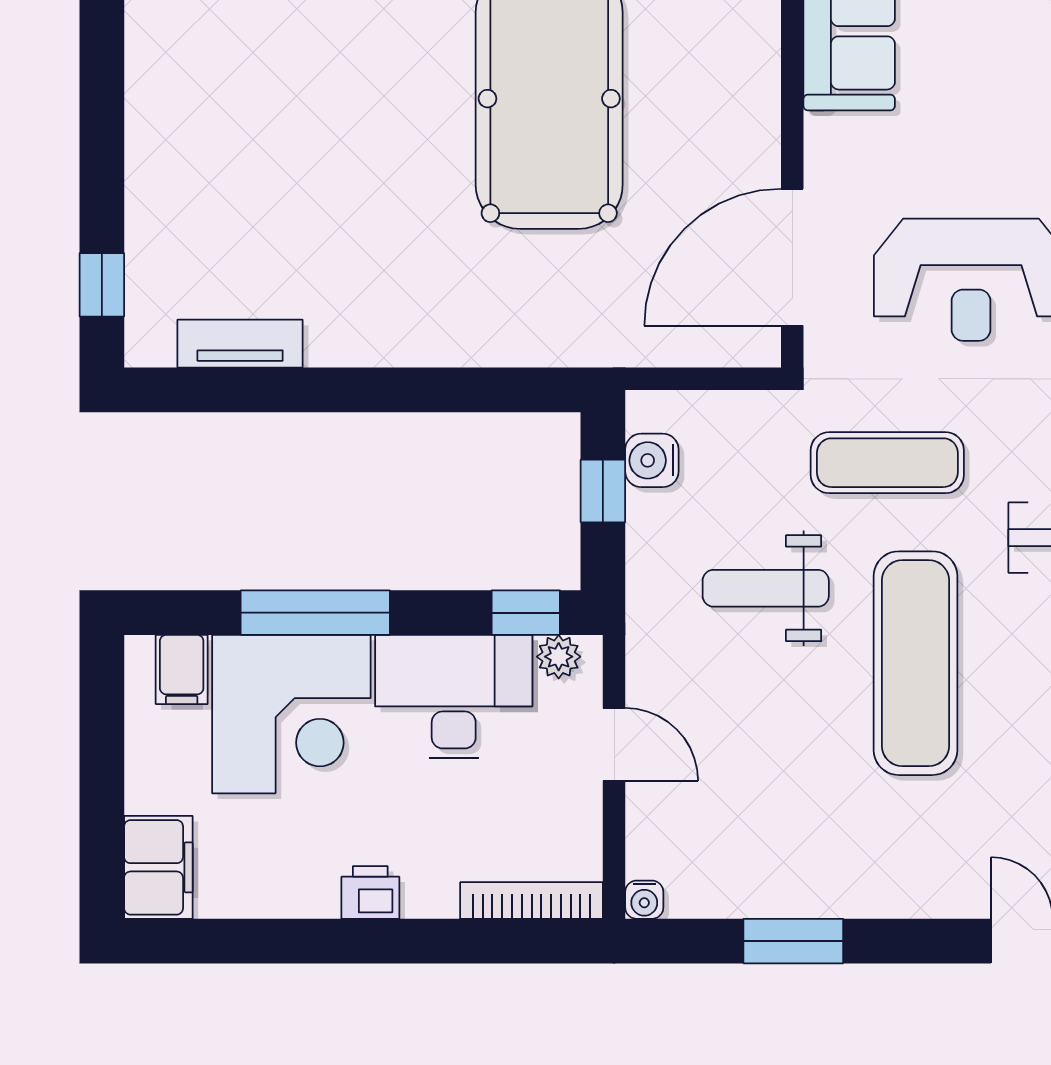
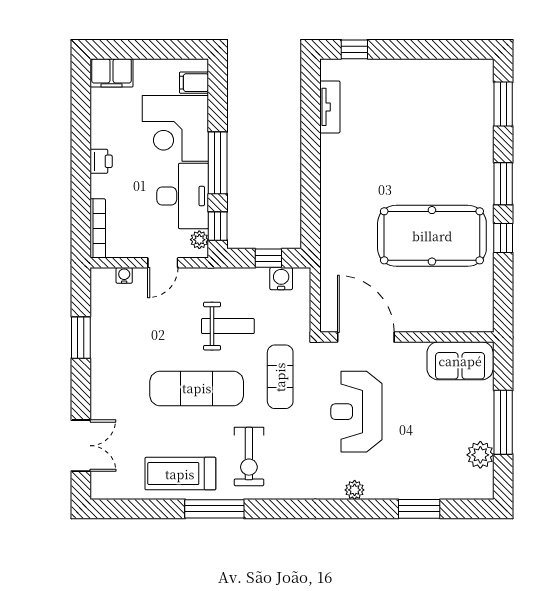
weight bench: (766, 588) -> (228, 326), turned 90
window: (315, 613) -> (218, 163), moved
water cooler: (644, 900) -> (124, 275), moved, turned 90

